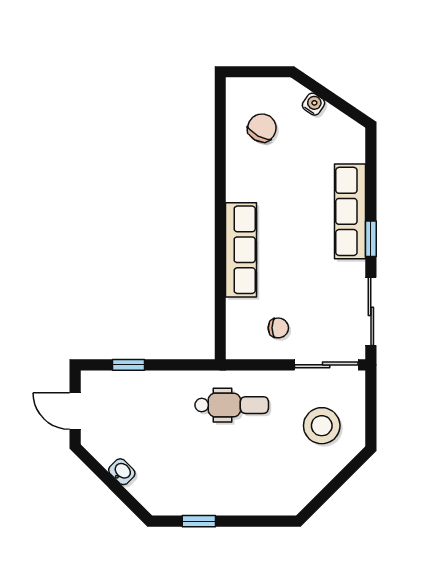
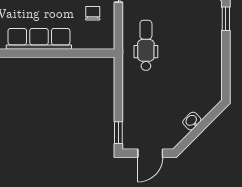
window: (128, 365) -> (118, 133), moved
window: (199, 521) -> (226, 19), moved

